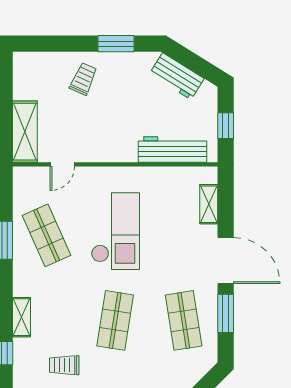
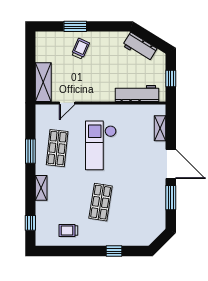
window: (116, 44) -> (75, 26), moved
checkout: (115, 231) -> (101, 145), turned 180
shop shelf: (47, 235) -> (57, 148), turned 30
shelving: (21, 317) -> (41, 188), moved
shop shelf: (184, 320) -> (144, 202), removed

